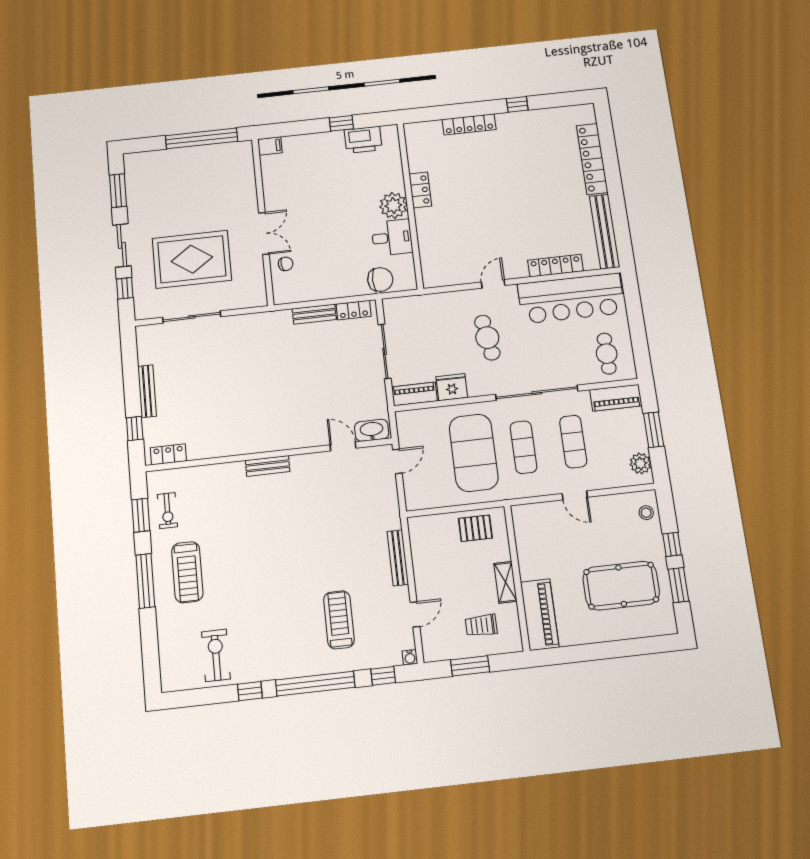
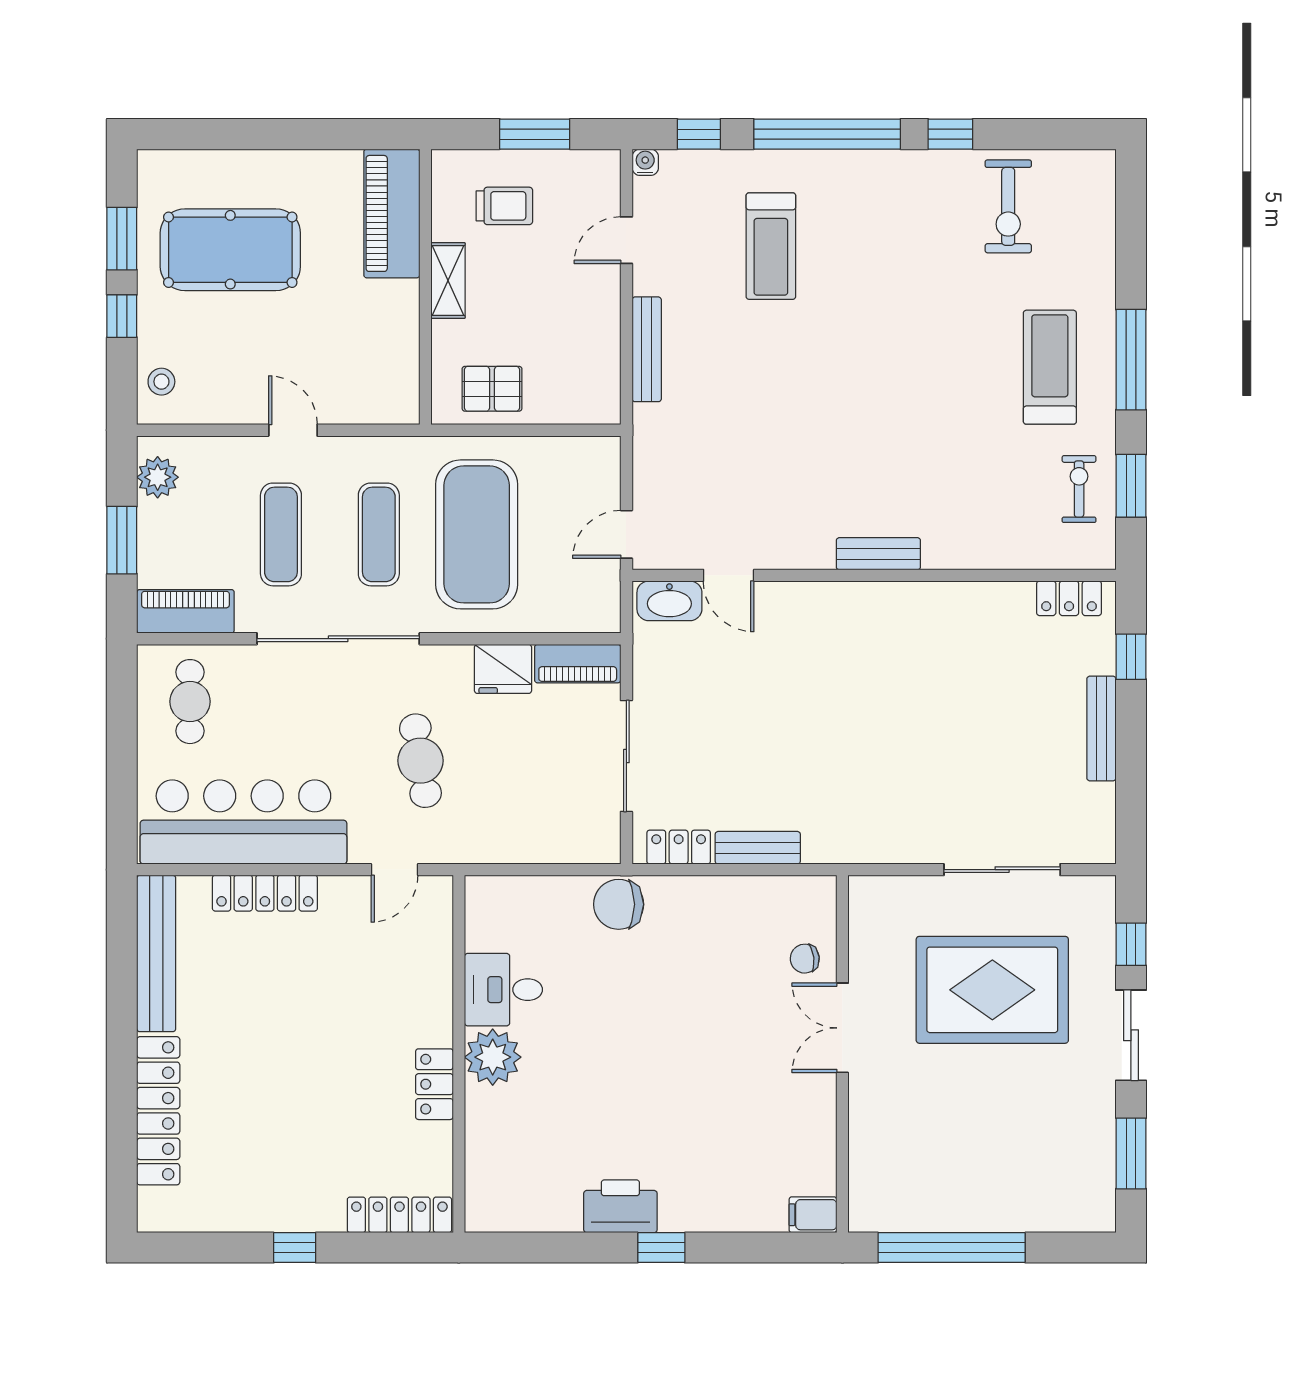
locker: (420, 190) -> (434, 1084), moved
wall: (410, 205) -> (459, 1054), moved
plant: (393, 206) -> (493, 1057), moved
desk: (392, 237) -> (503, 990), moved

